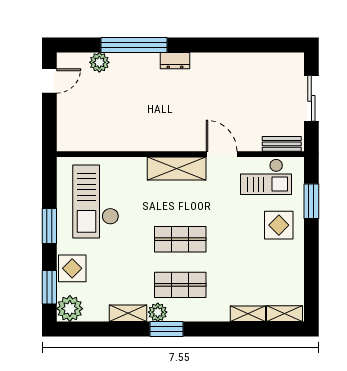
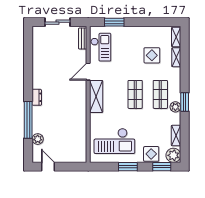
display table: (279, 225) -> (152, 55), moved
shelving: (128, 313) -> (176, 136), moved

